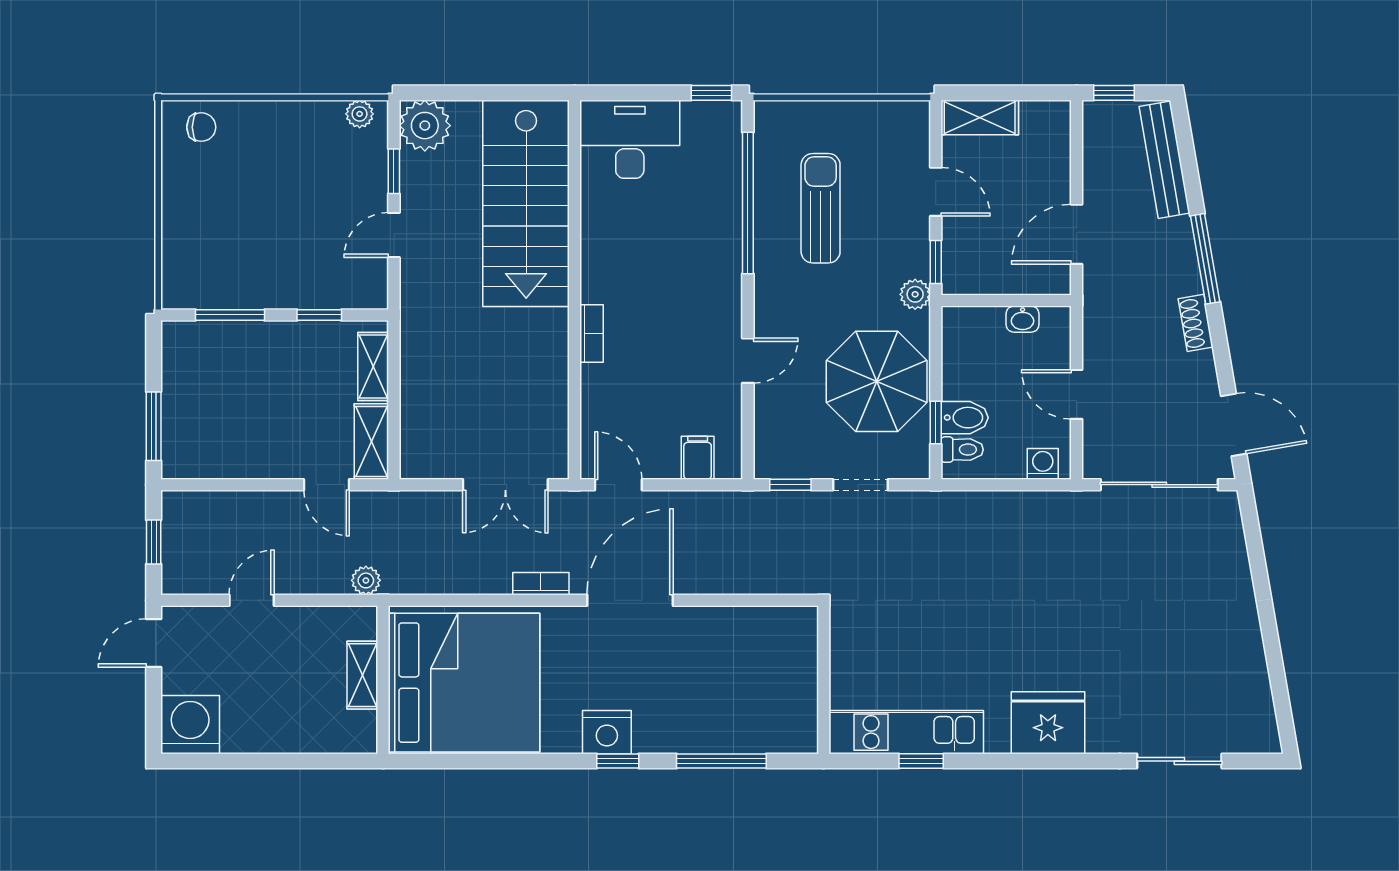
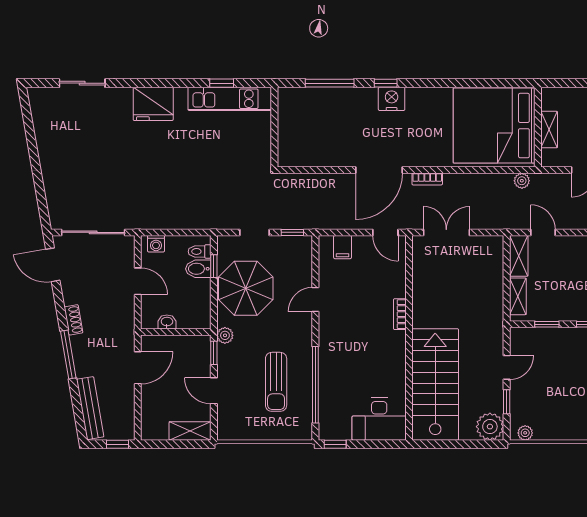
shelving: (362, 675) -> (549, 130), moved
wall: (383, 680) -> (538, 127), moved
bed: (464, 683) -> (494, 126), moved

